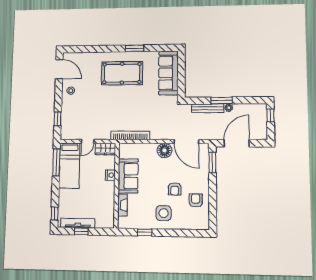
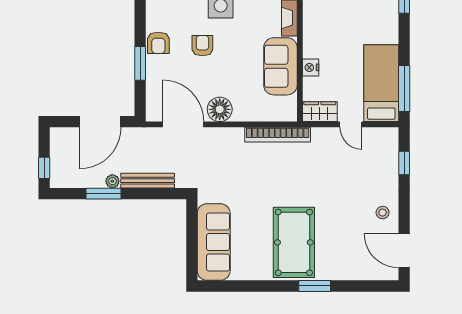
window: (134, 48) -> (315, 286), moved
pool table: (122, 73) -> (294, 242), turned 90
window: (222, 100) -> (104, 194), moved
door: (88, 141) -> (351, 124), swing flipped
window: (212, 162) -> (140, 63), moved
armchair: (196, 200) -> (158, 43), moved

